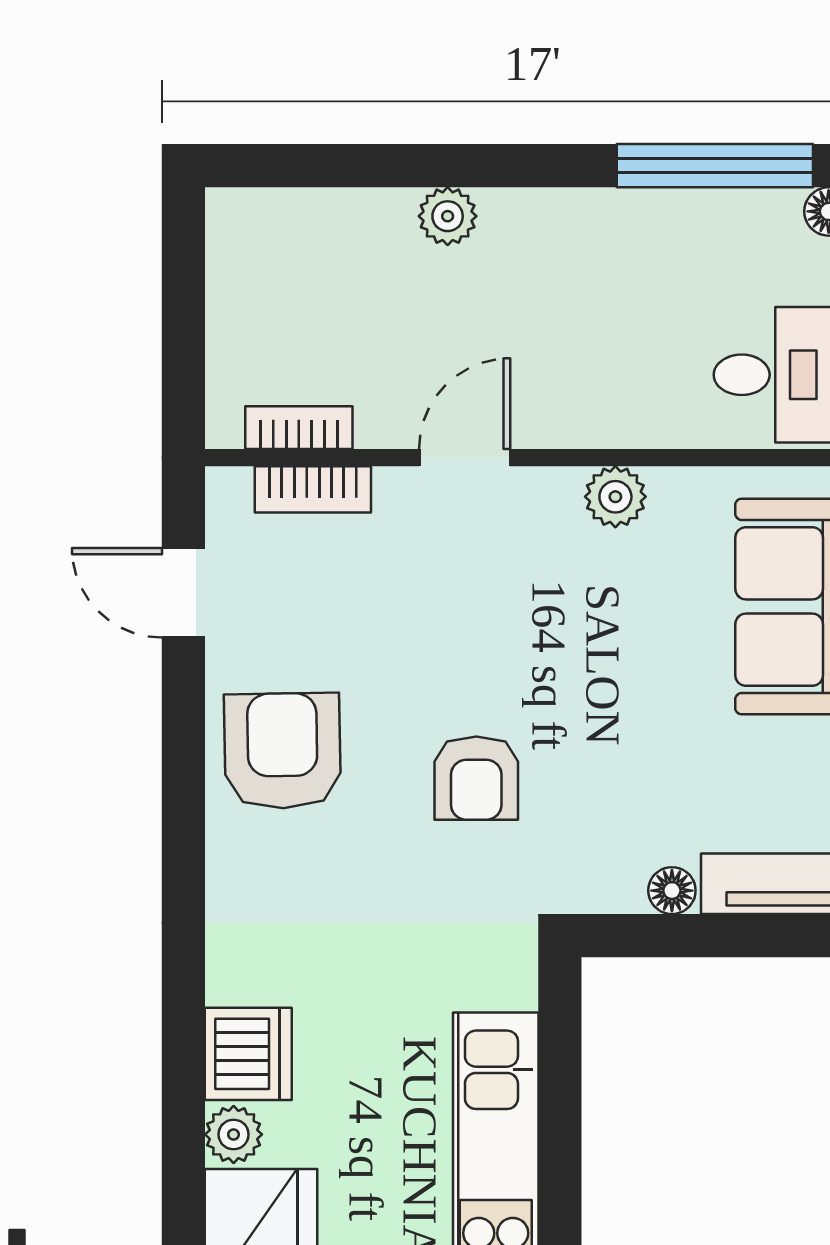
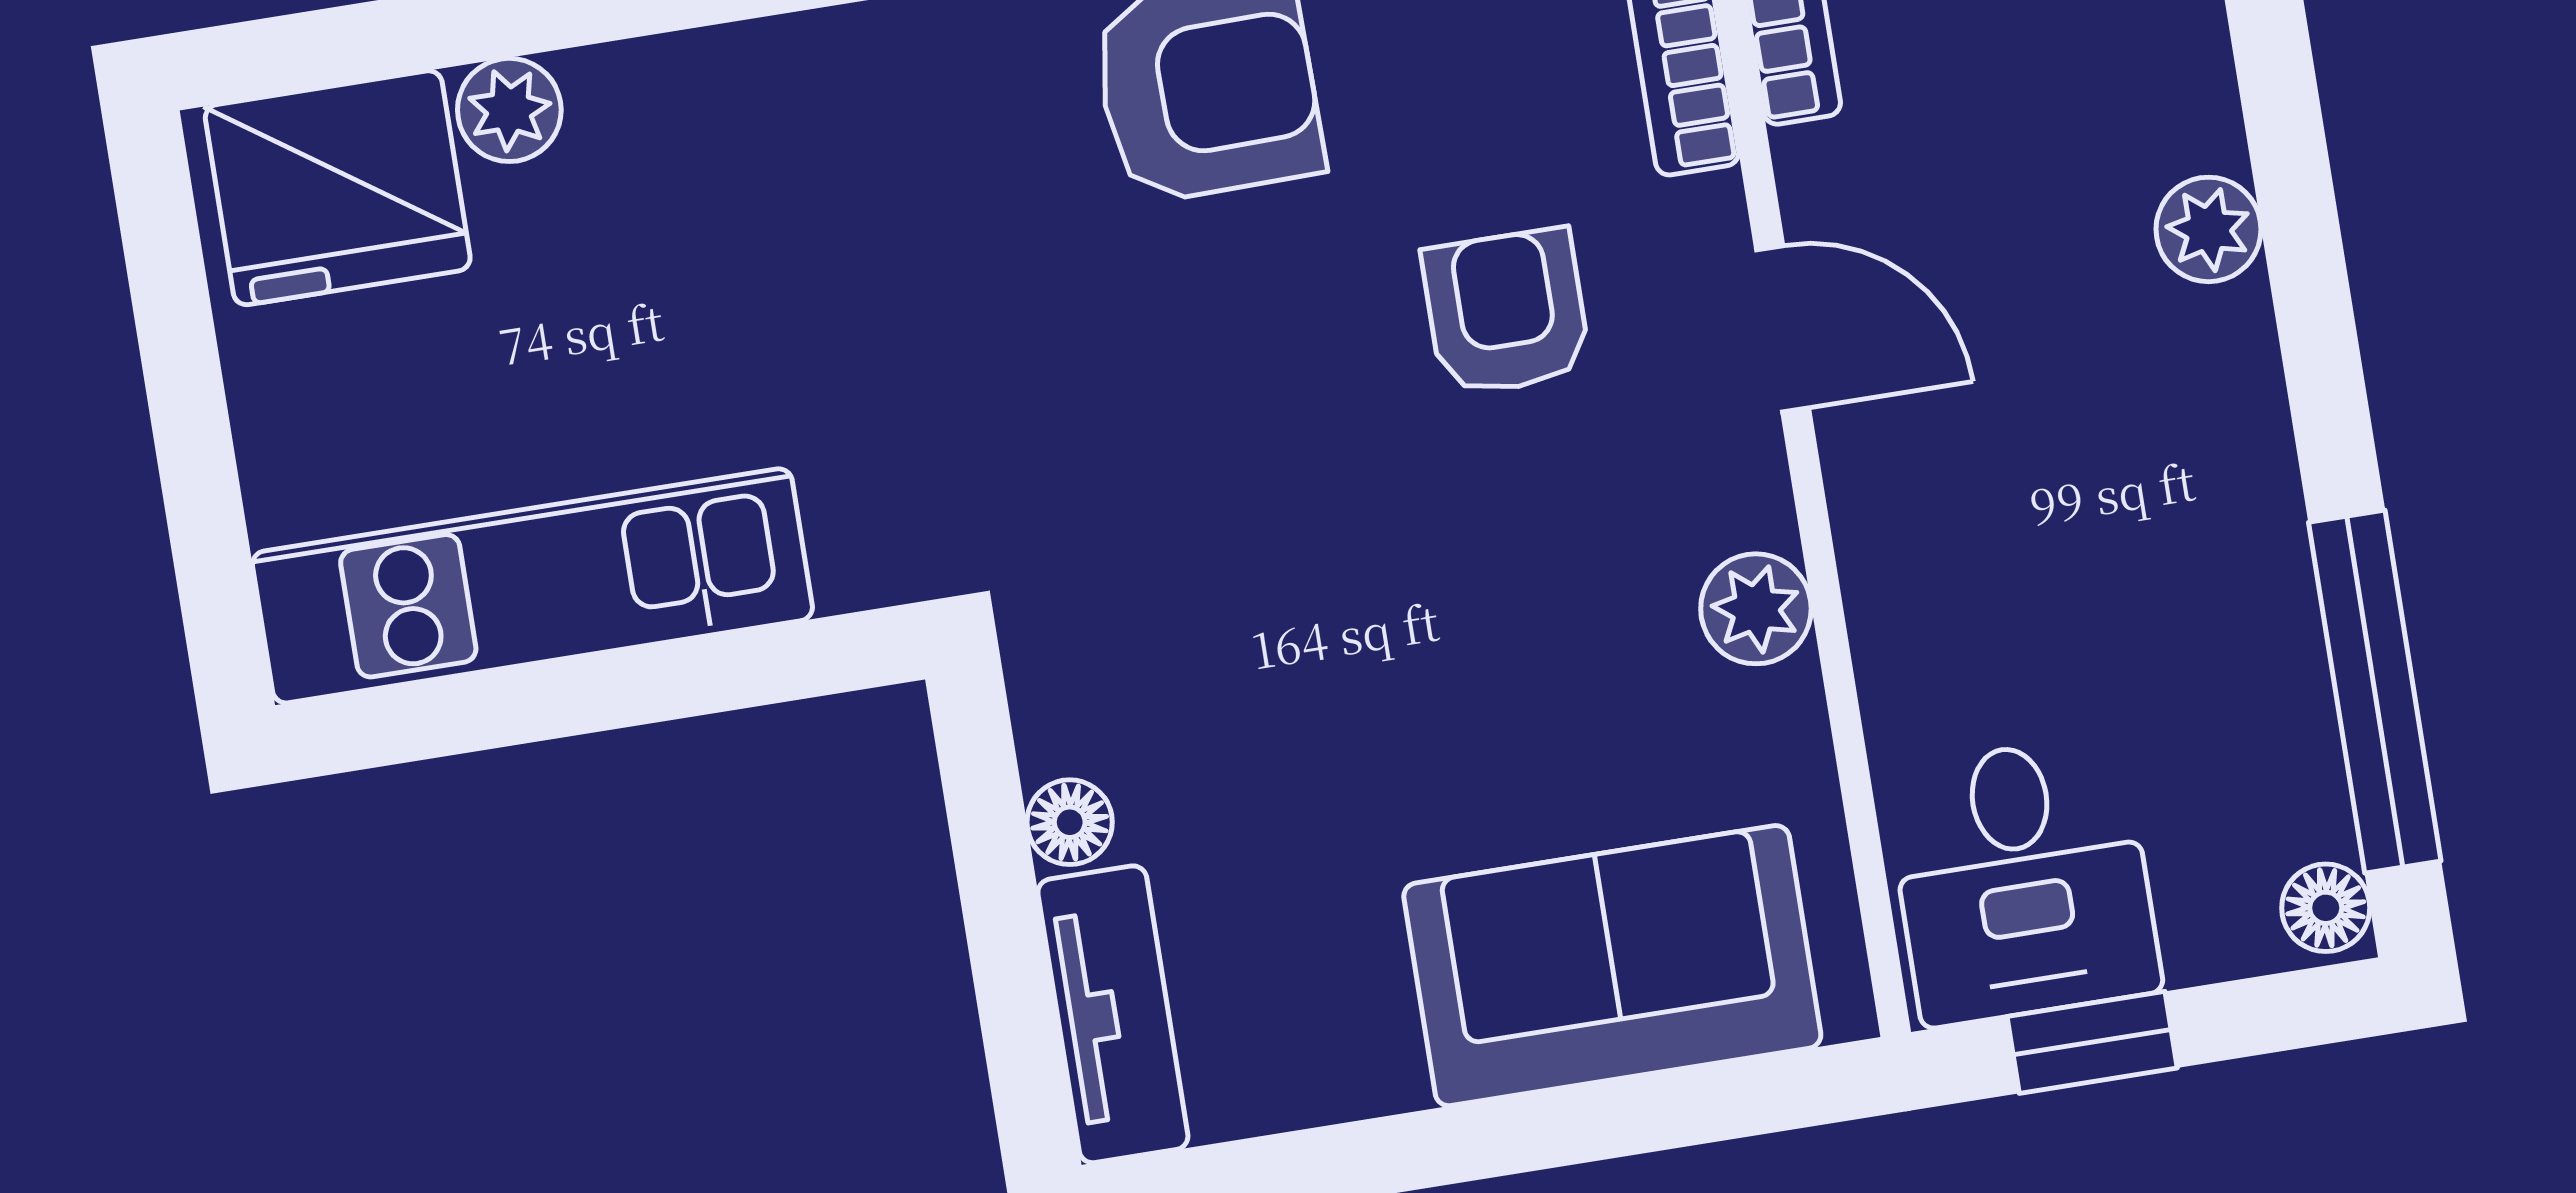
armchair: (476, 778) -> (1506, 312), moved, turned 90
dishwasher: (248, 1054) -> (657, 113), removed

